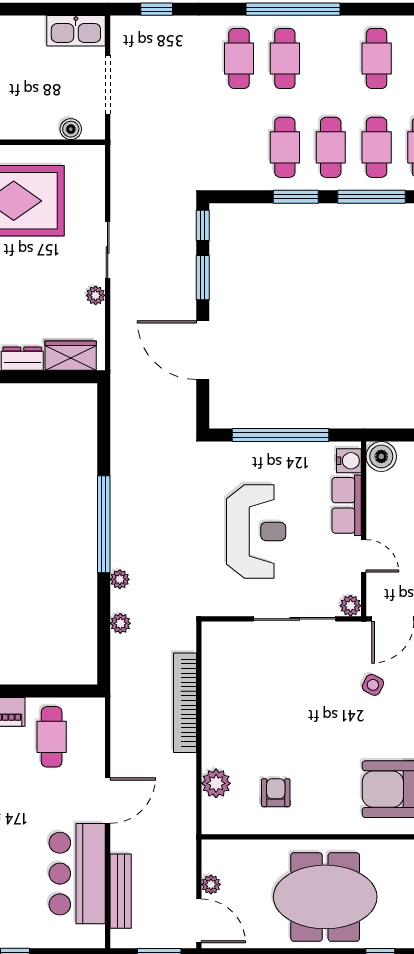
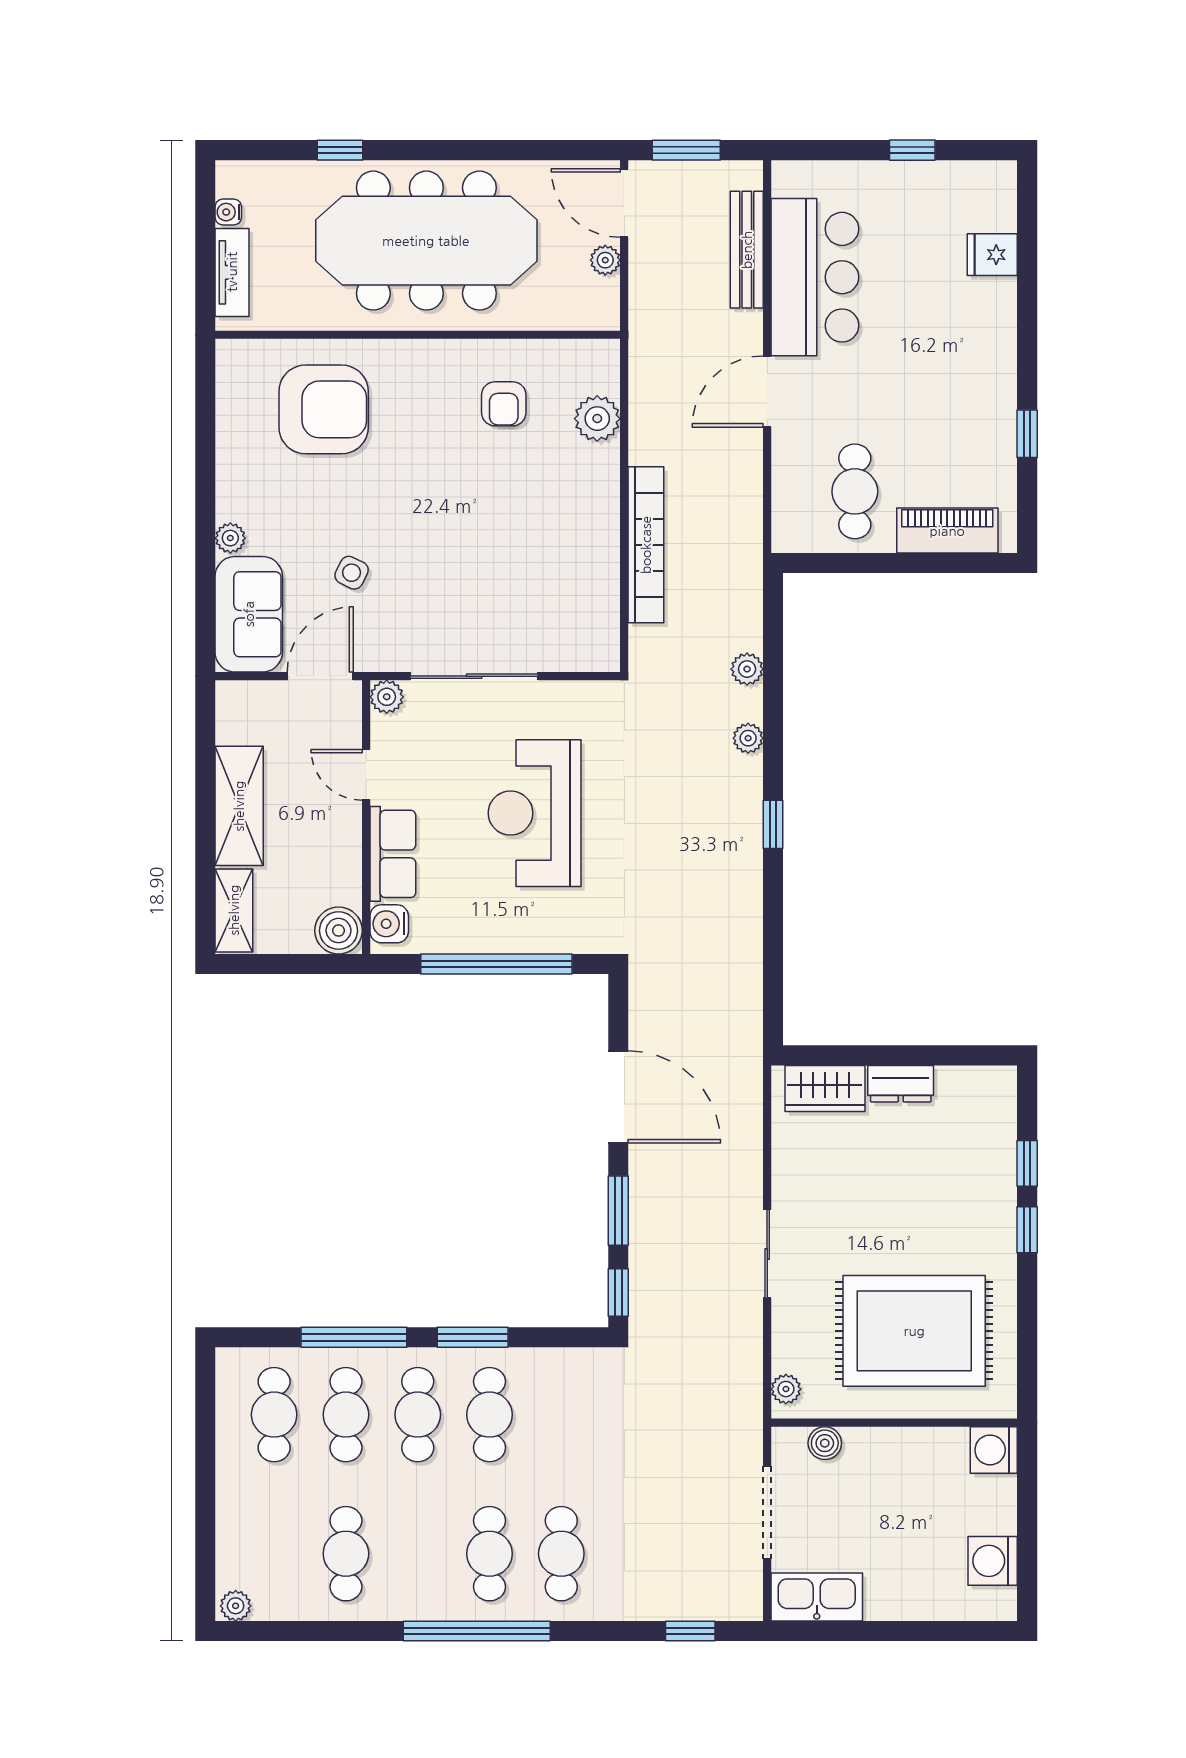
plant: (96, 295) -> (786, 1389), moved
window: (104, 524) -> (773, 824), width x0.32
meeting table: (325, 897) -> (426, 241), width x1.36

